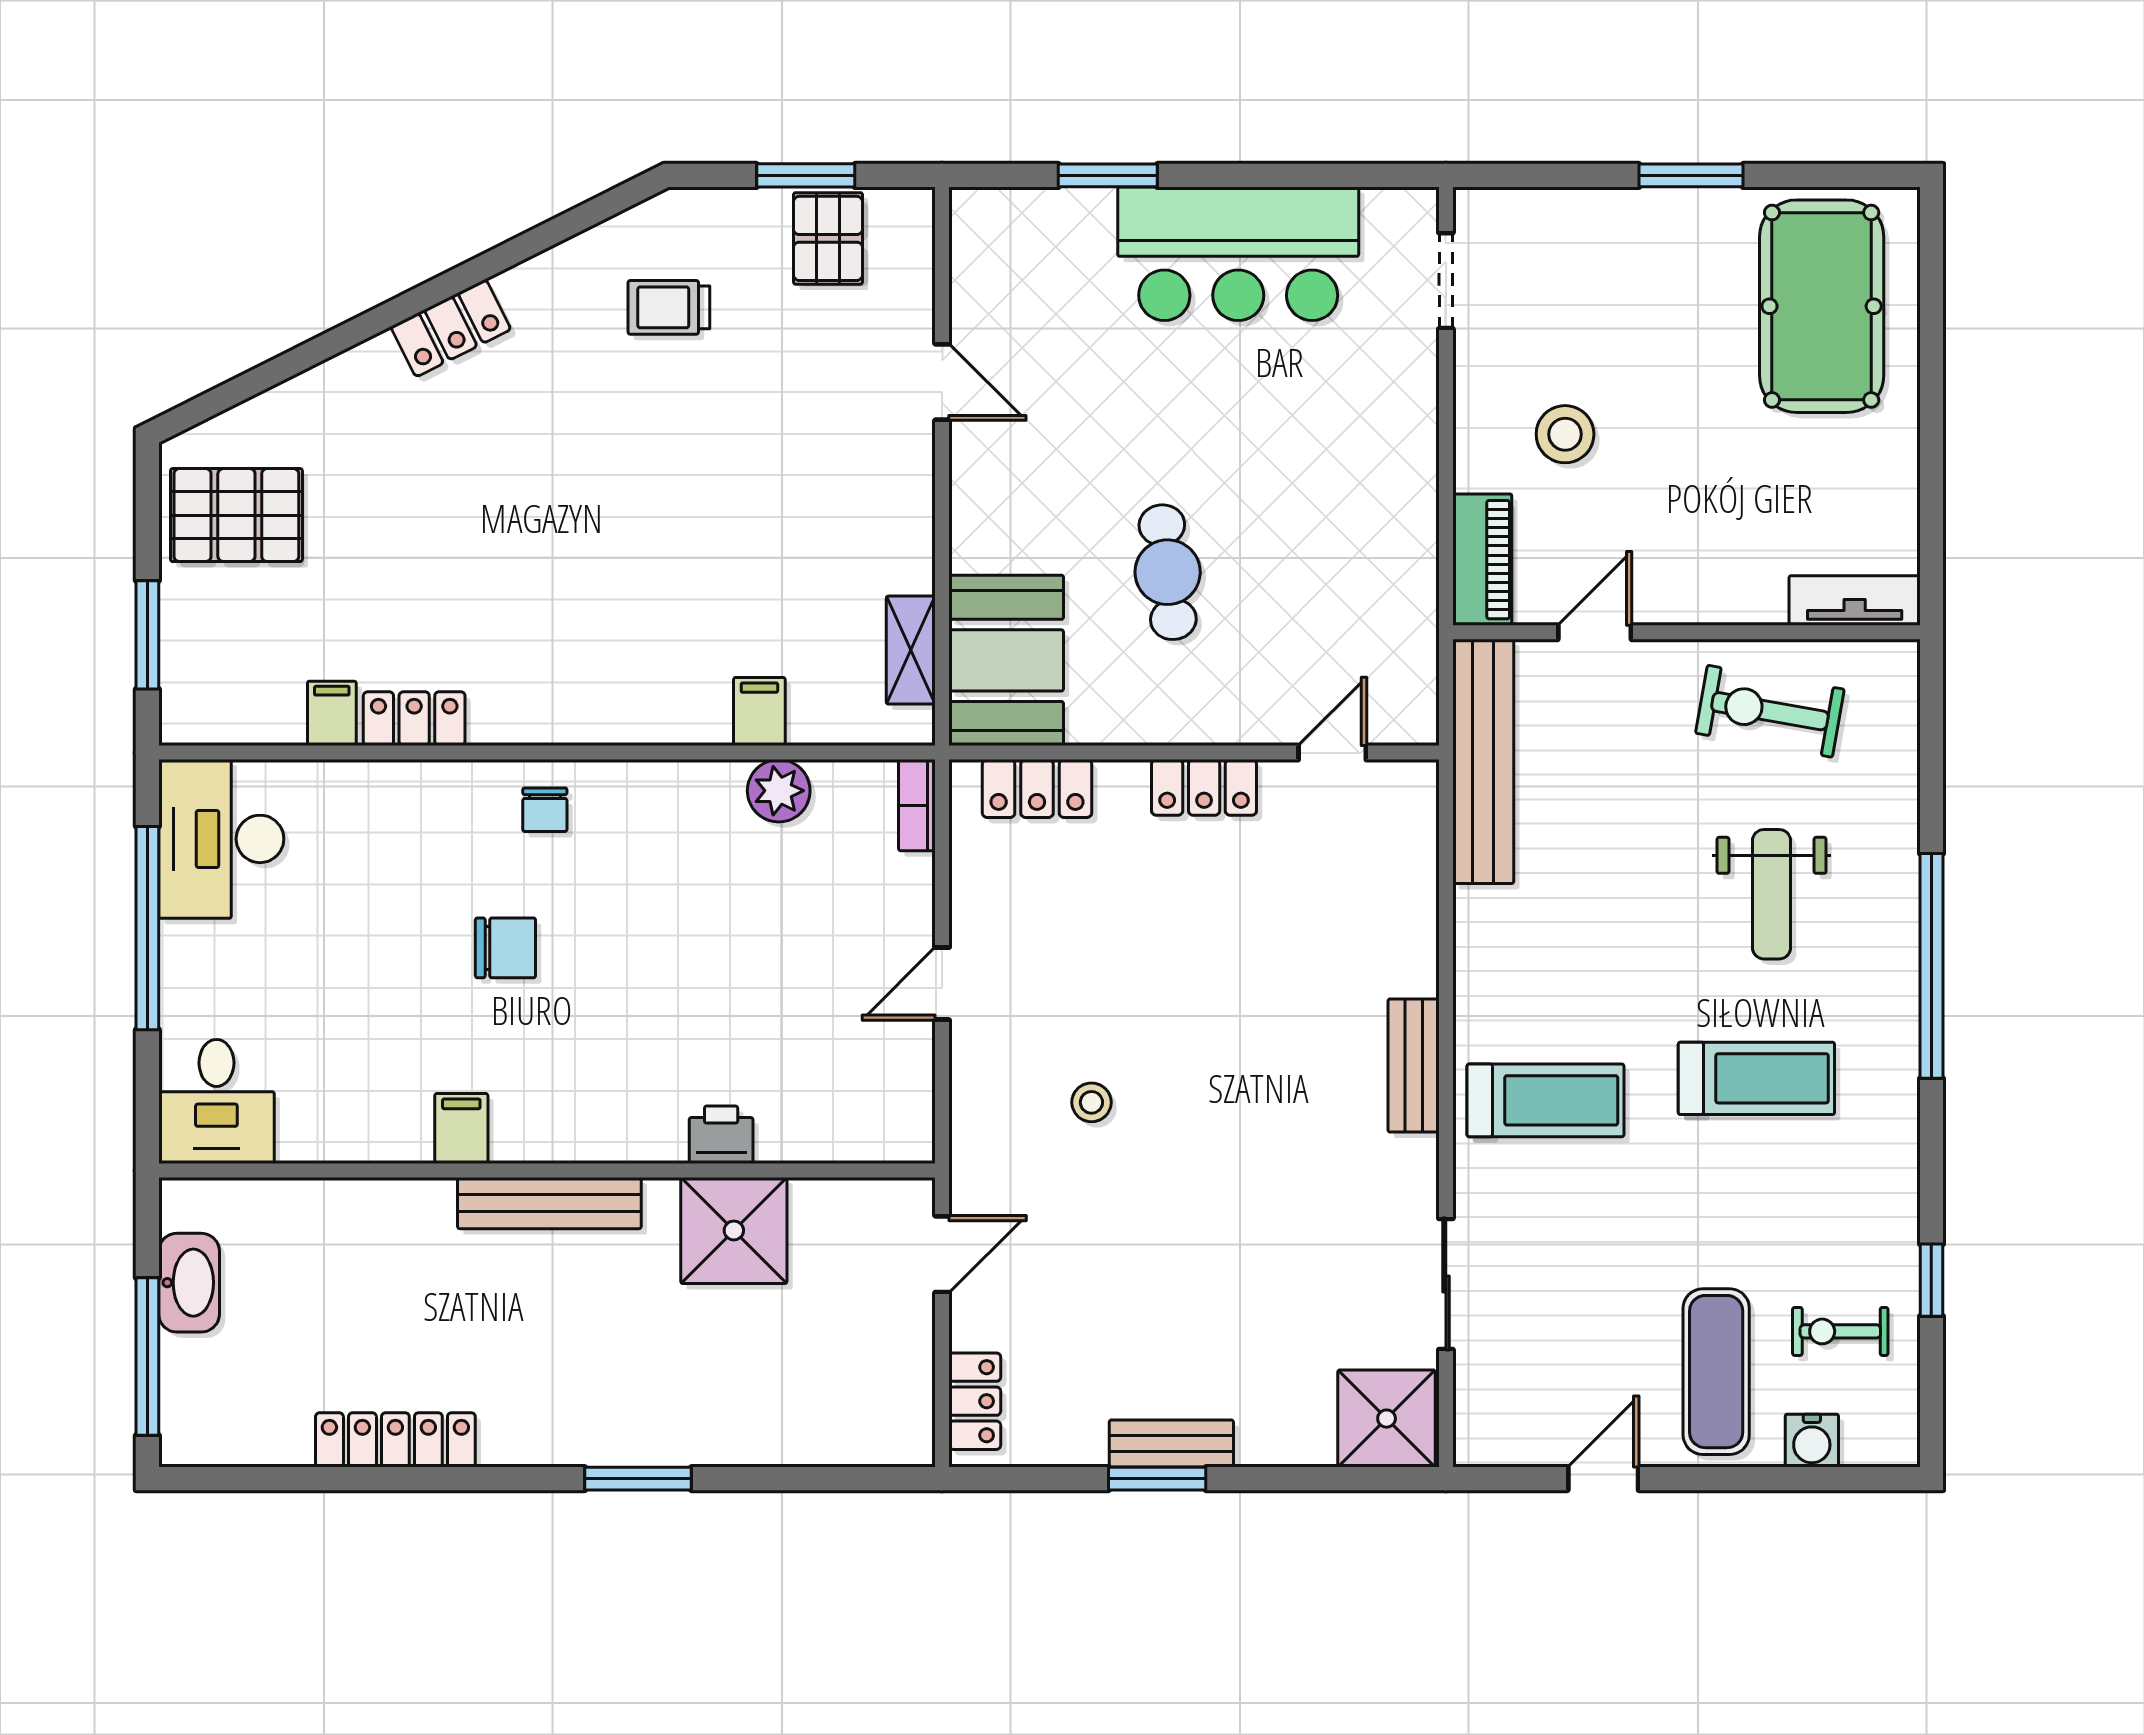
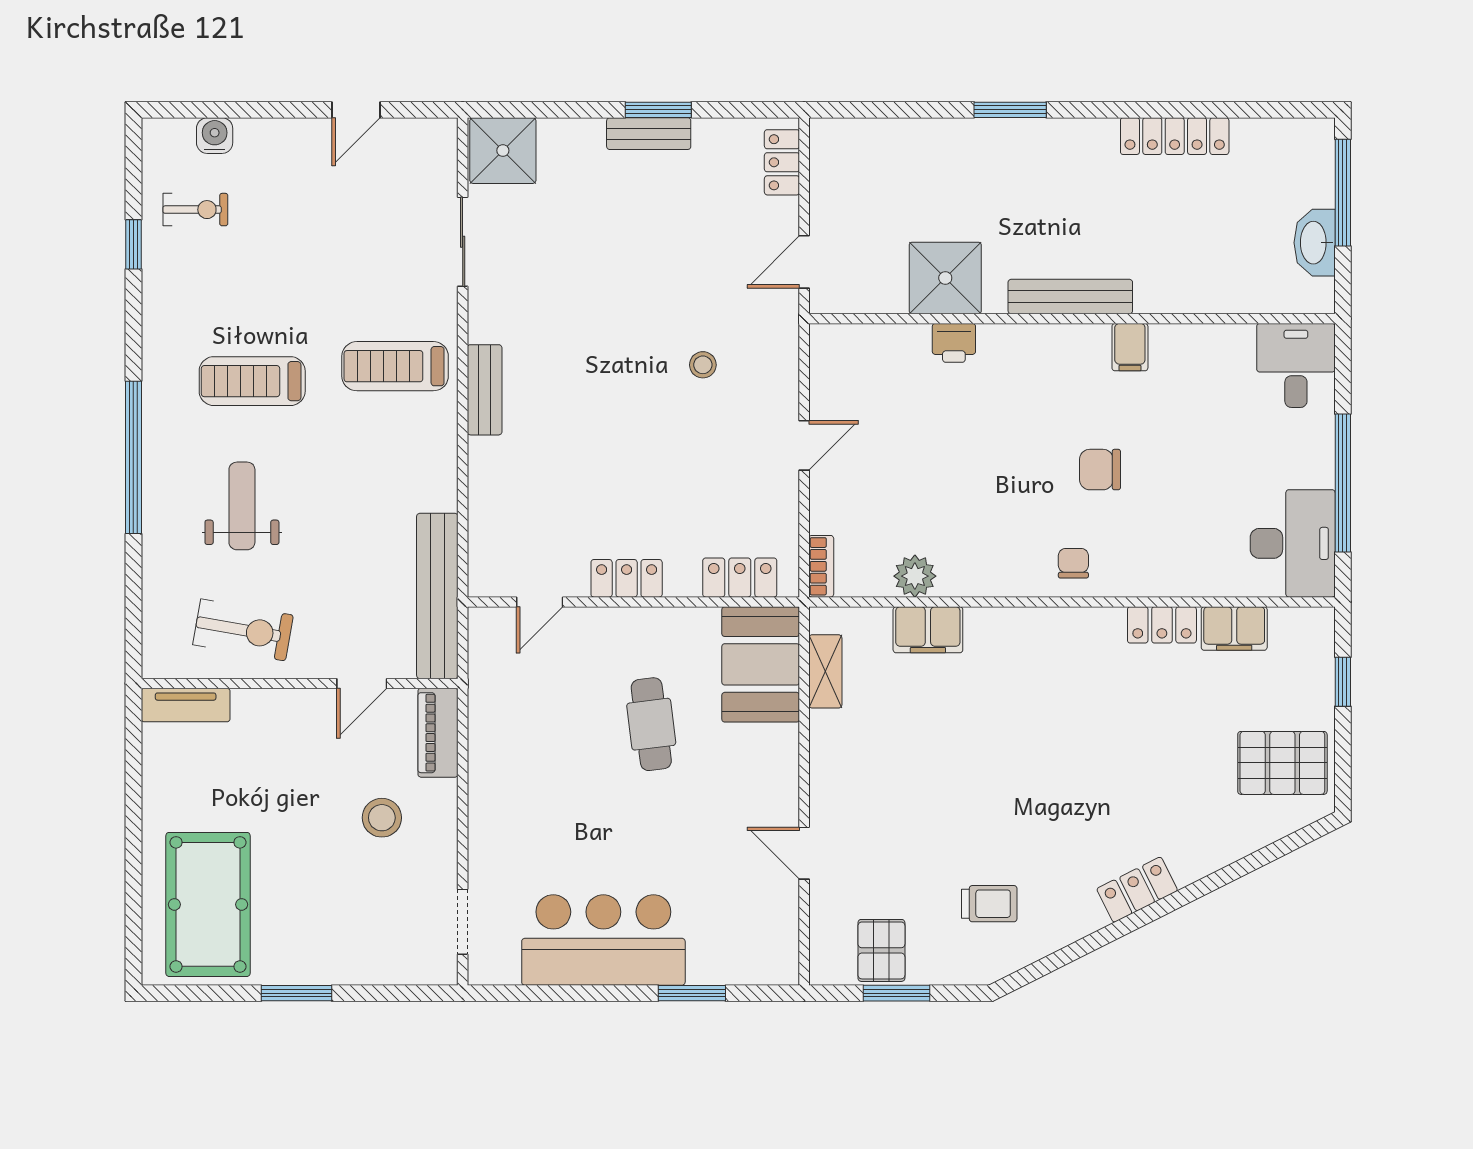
window: (147, 635) -> (1343, 682), width x0.67
filing cabinet: (759, 712) -> (928, 630), width x2.00
filing cabinet: (332, 713) -> (1234, 628), width x2.00
exercise mat: (1716, 1372) -> (279, 182), removed

